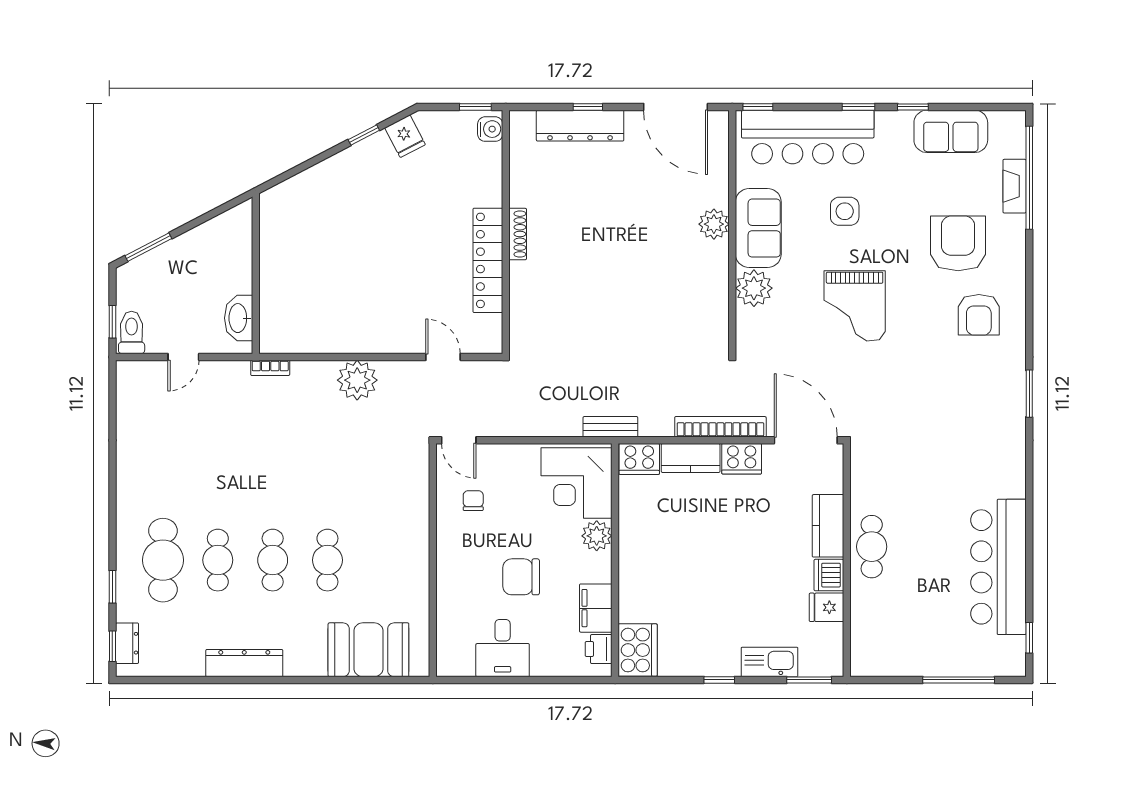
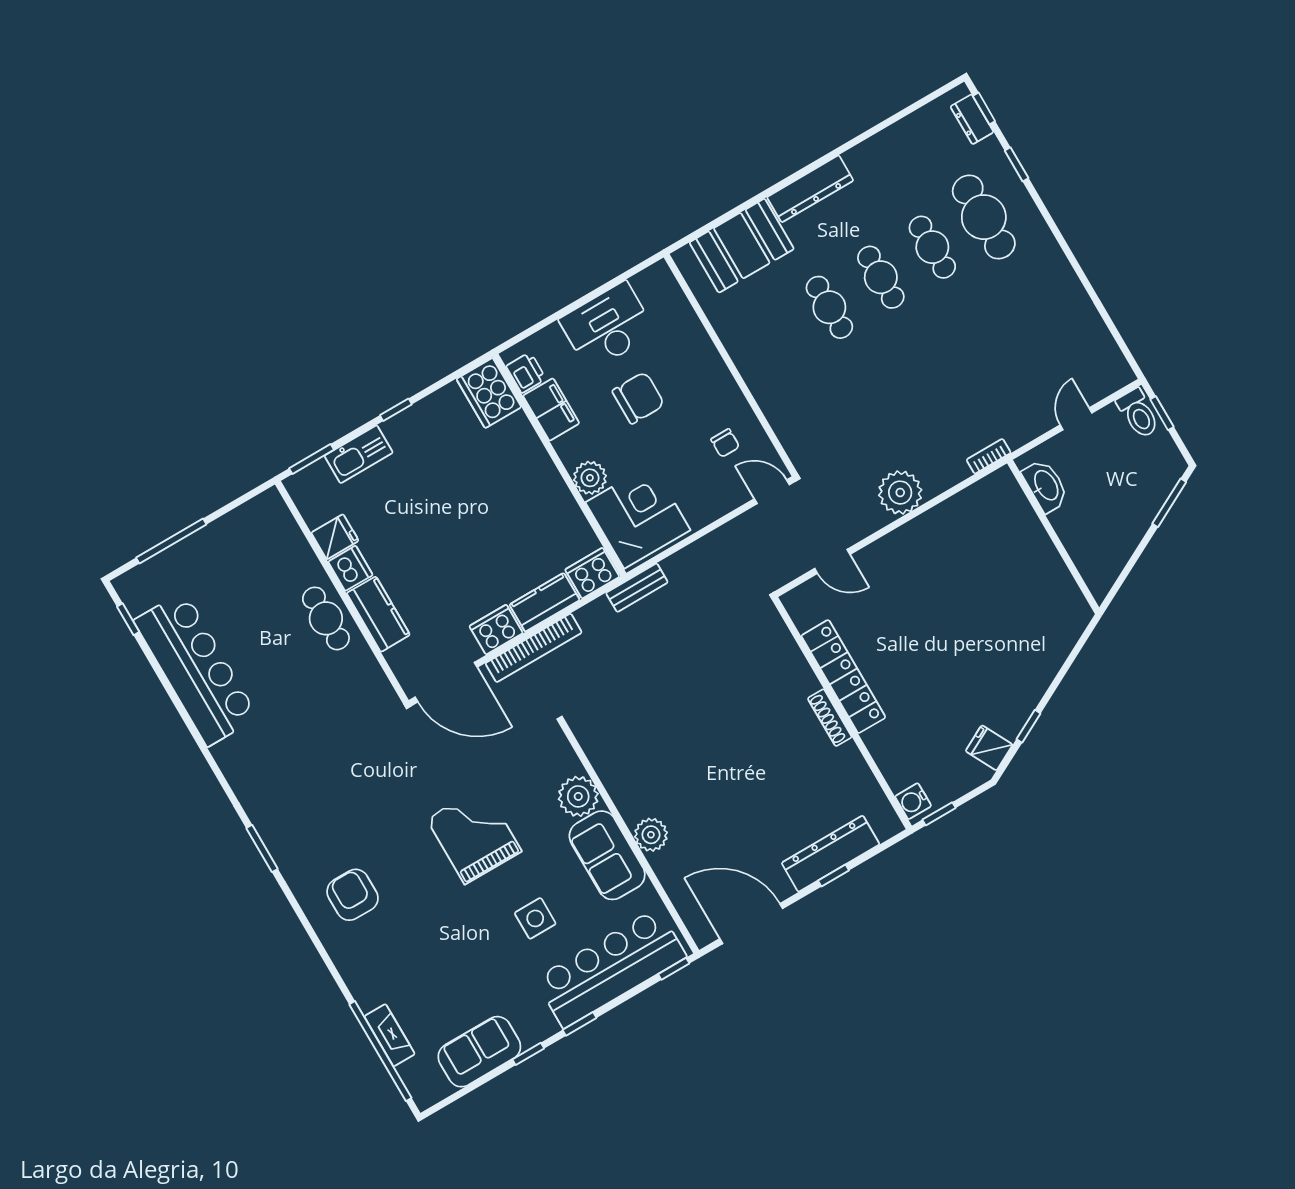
armchair: (958, 243) -> (411, 950), removed
desk: (503, 648) -> (607, 326), width x1.37
dresser: (244, 663) -> (810, 189), moved

